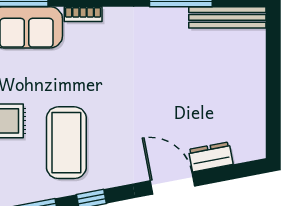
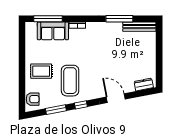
dresser: (211, 157) -> (144, 84), moved

